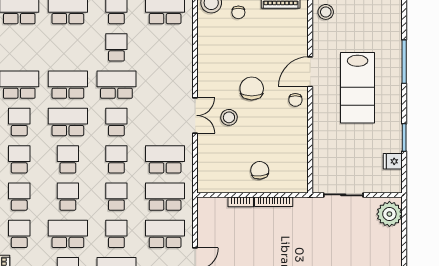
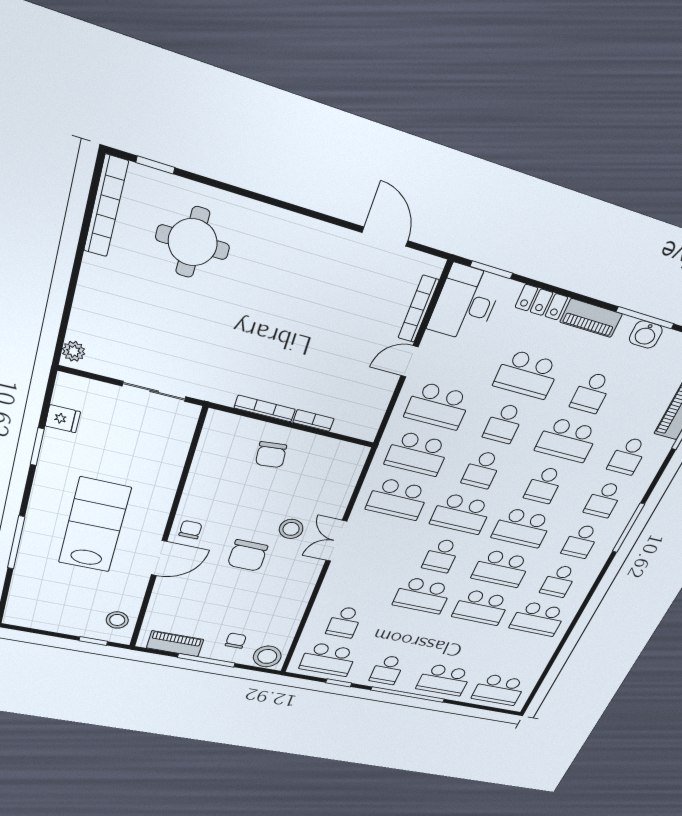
school desk: (116, 47) -> (344, 622), moved
school desk: (68, 159) -> (522, 528), width x1.85
school desk: (116, 159) -> (461, 514), width x1.85
plant: (389, 214) -> (74, 351), width x0.53, depth x0.53

